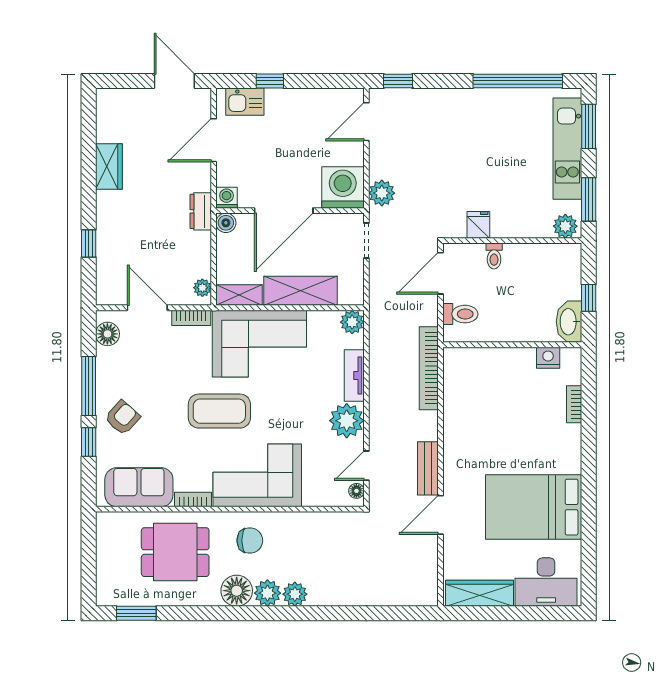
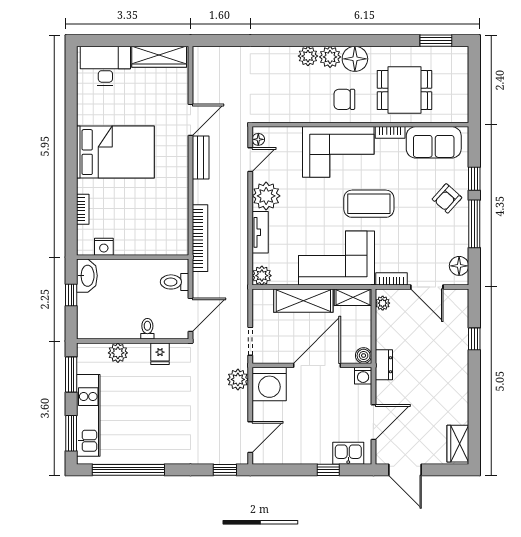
wardrobe: (109, 167) -> (458, 444), moved
plant: (565, 226) -> (118, 353), moved
bed: (534, 507) -> (115, 152), moved

